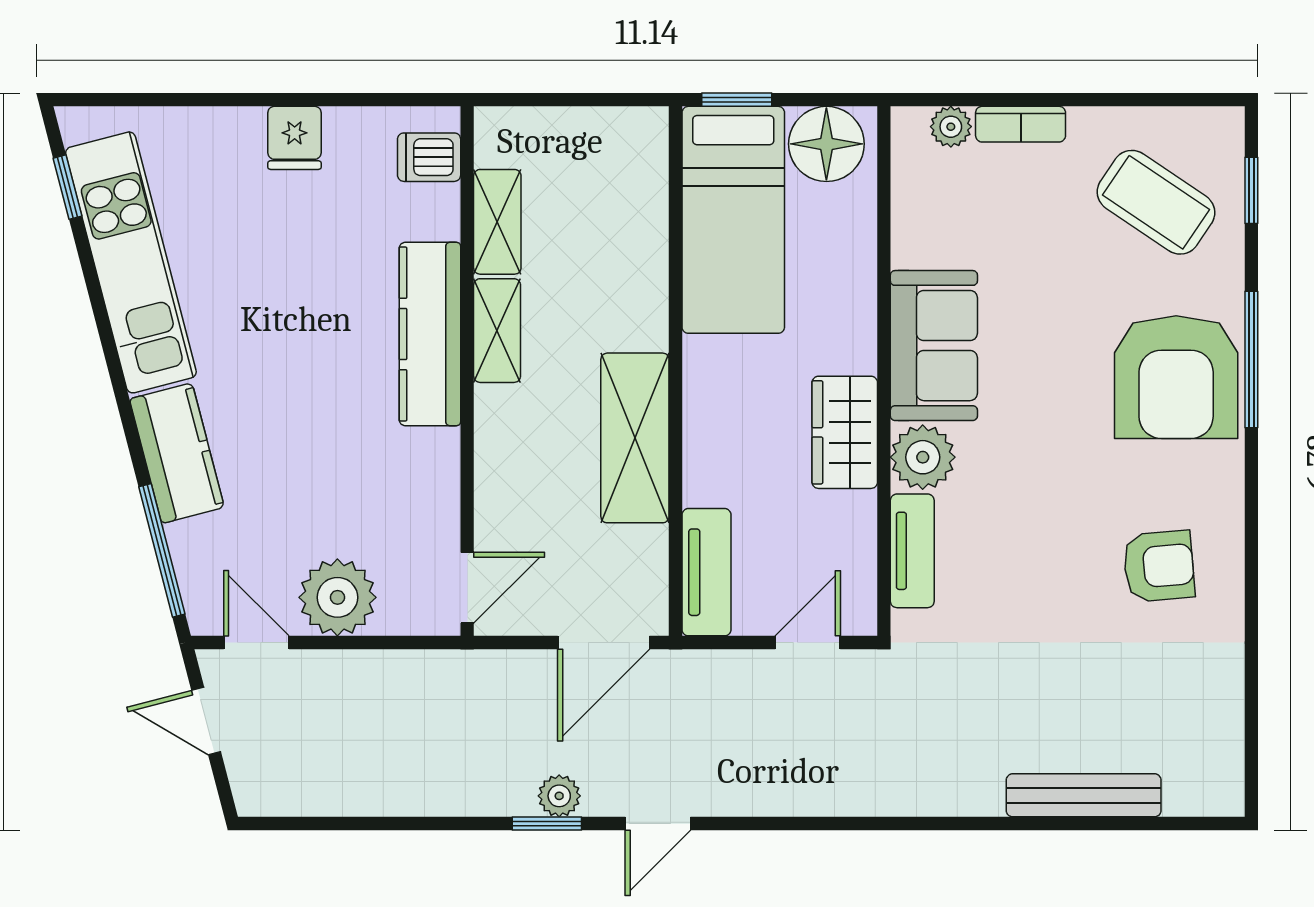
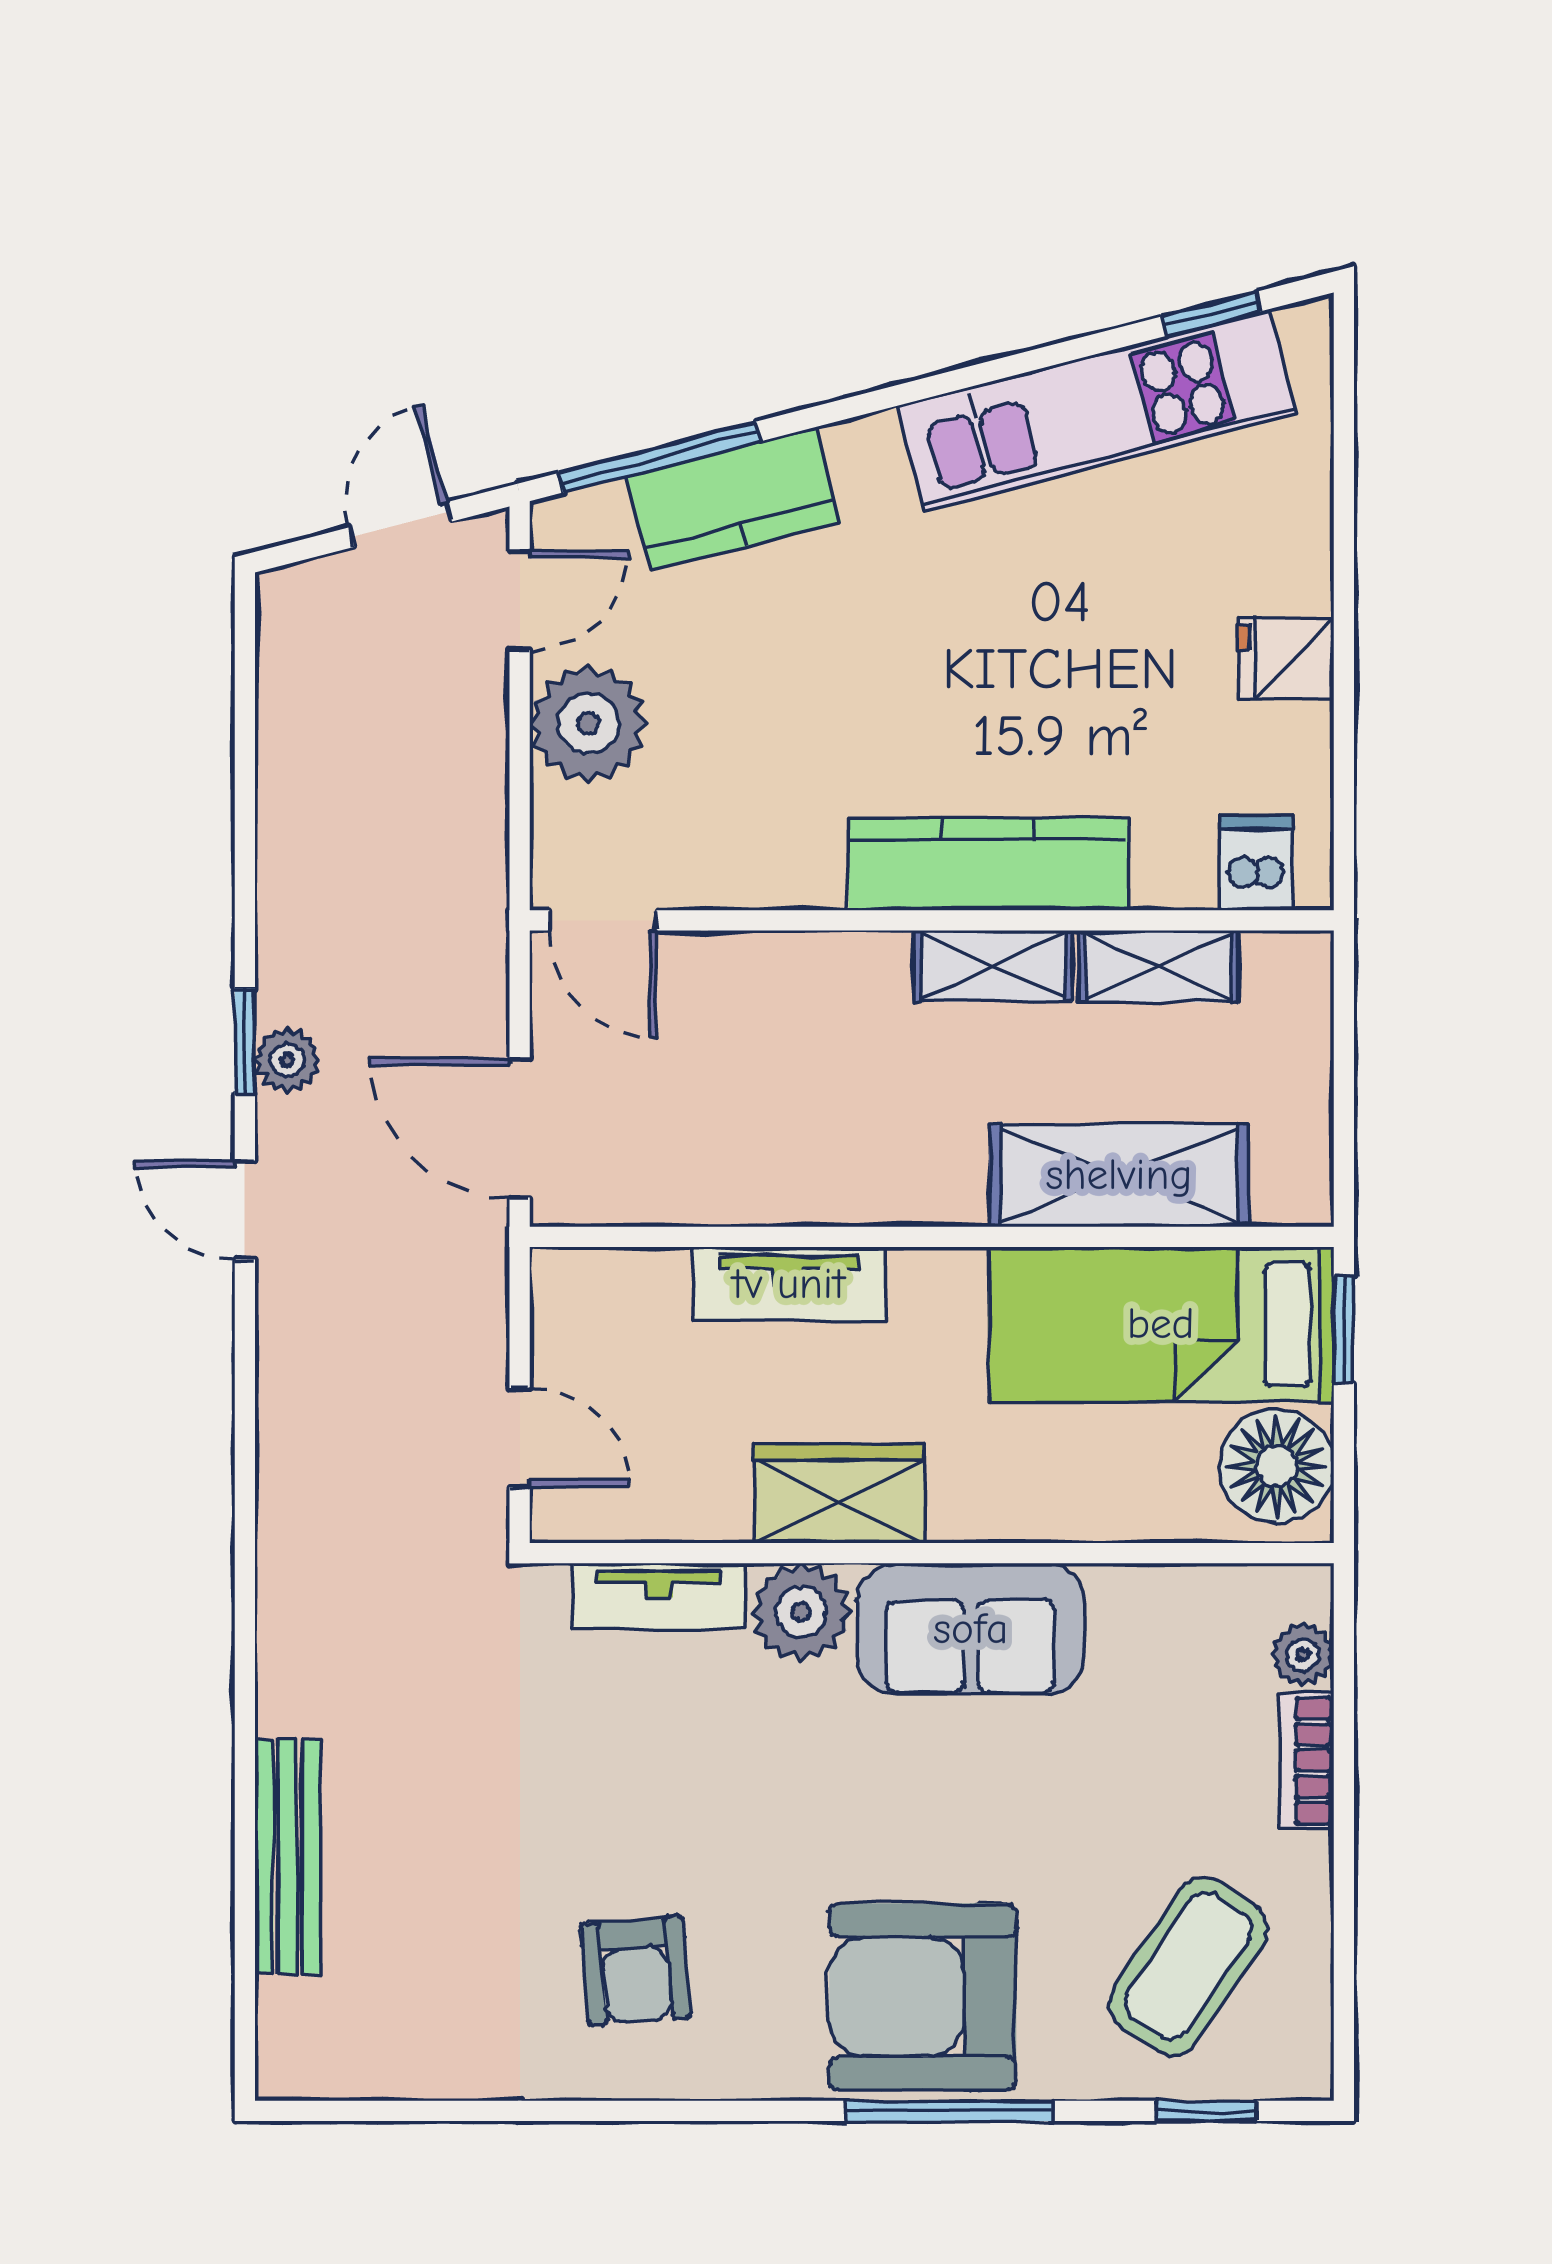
shelving: (635, 438) -> (1119, 1175), moved
kitchen counter: (177, 453) -> (733, 499), moved
tv unit: (706, 572) -> (789, 1284), moved

